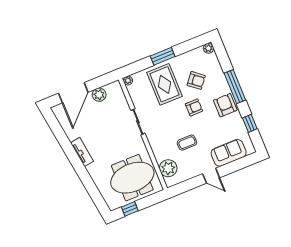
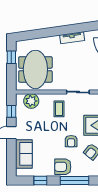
armchair: (225, 105) -> (63, 167), turned 180
coffee table: (187, 143) -> (59, 109), moved
window: (188, 185) -> (11, 111), added

